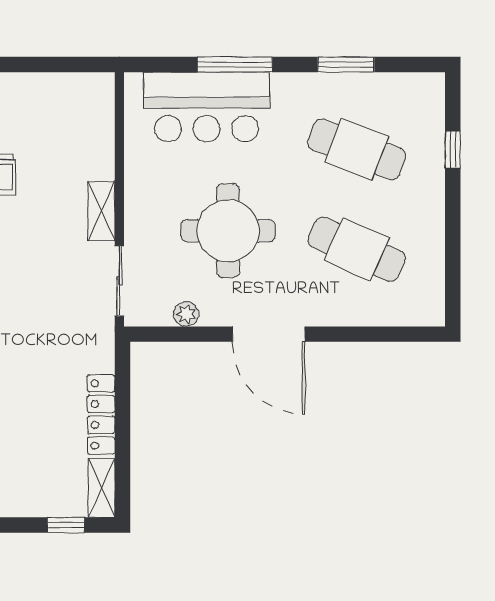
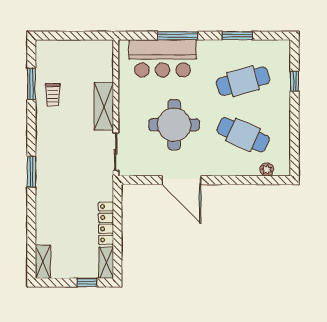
cafe table: (357, 149) -> (243, 81), turned -36
shelving: (102, 211) -> (104, 106), width x1.50, depth x1.33
plant: (186, 314) -> (267, 169), moved
door: (269, 334) -> (181, 180), moved

